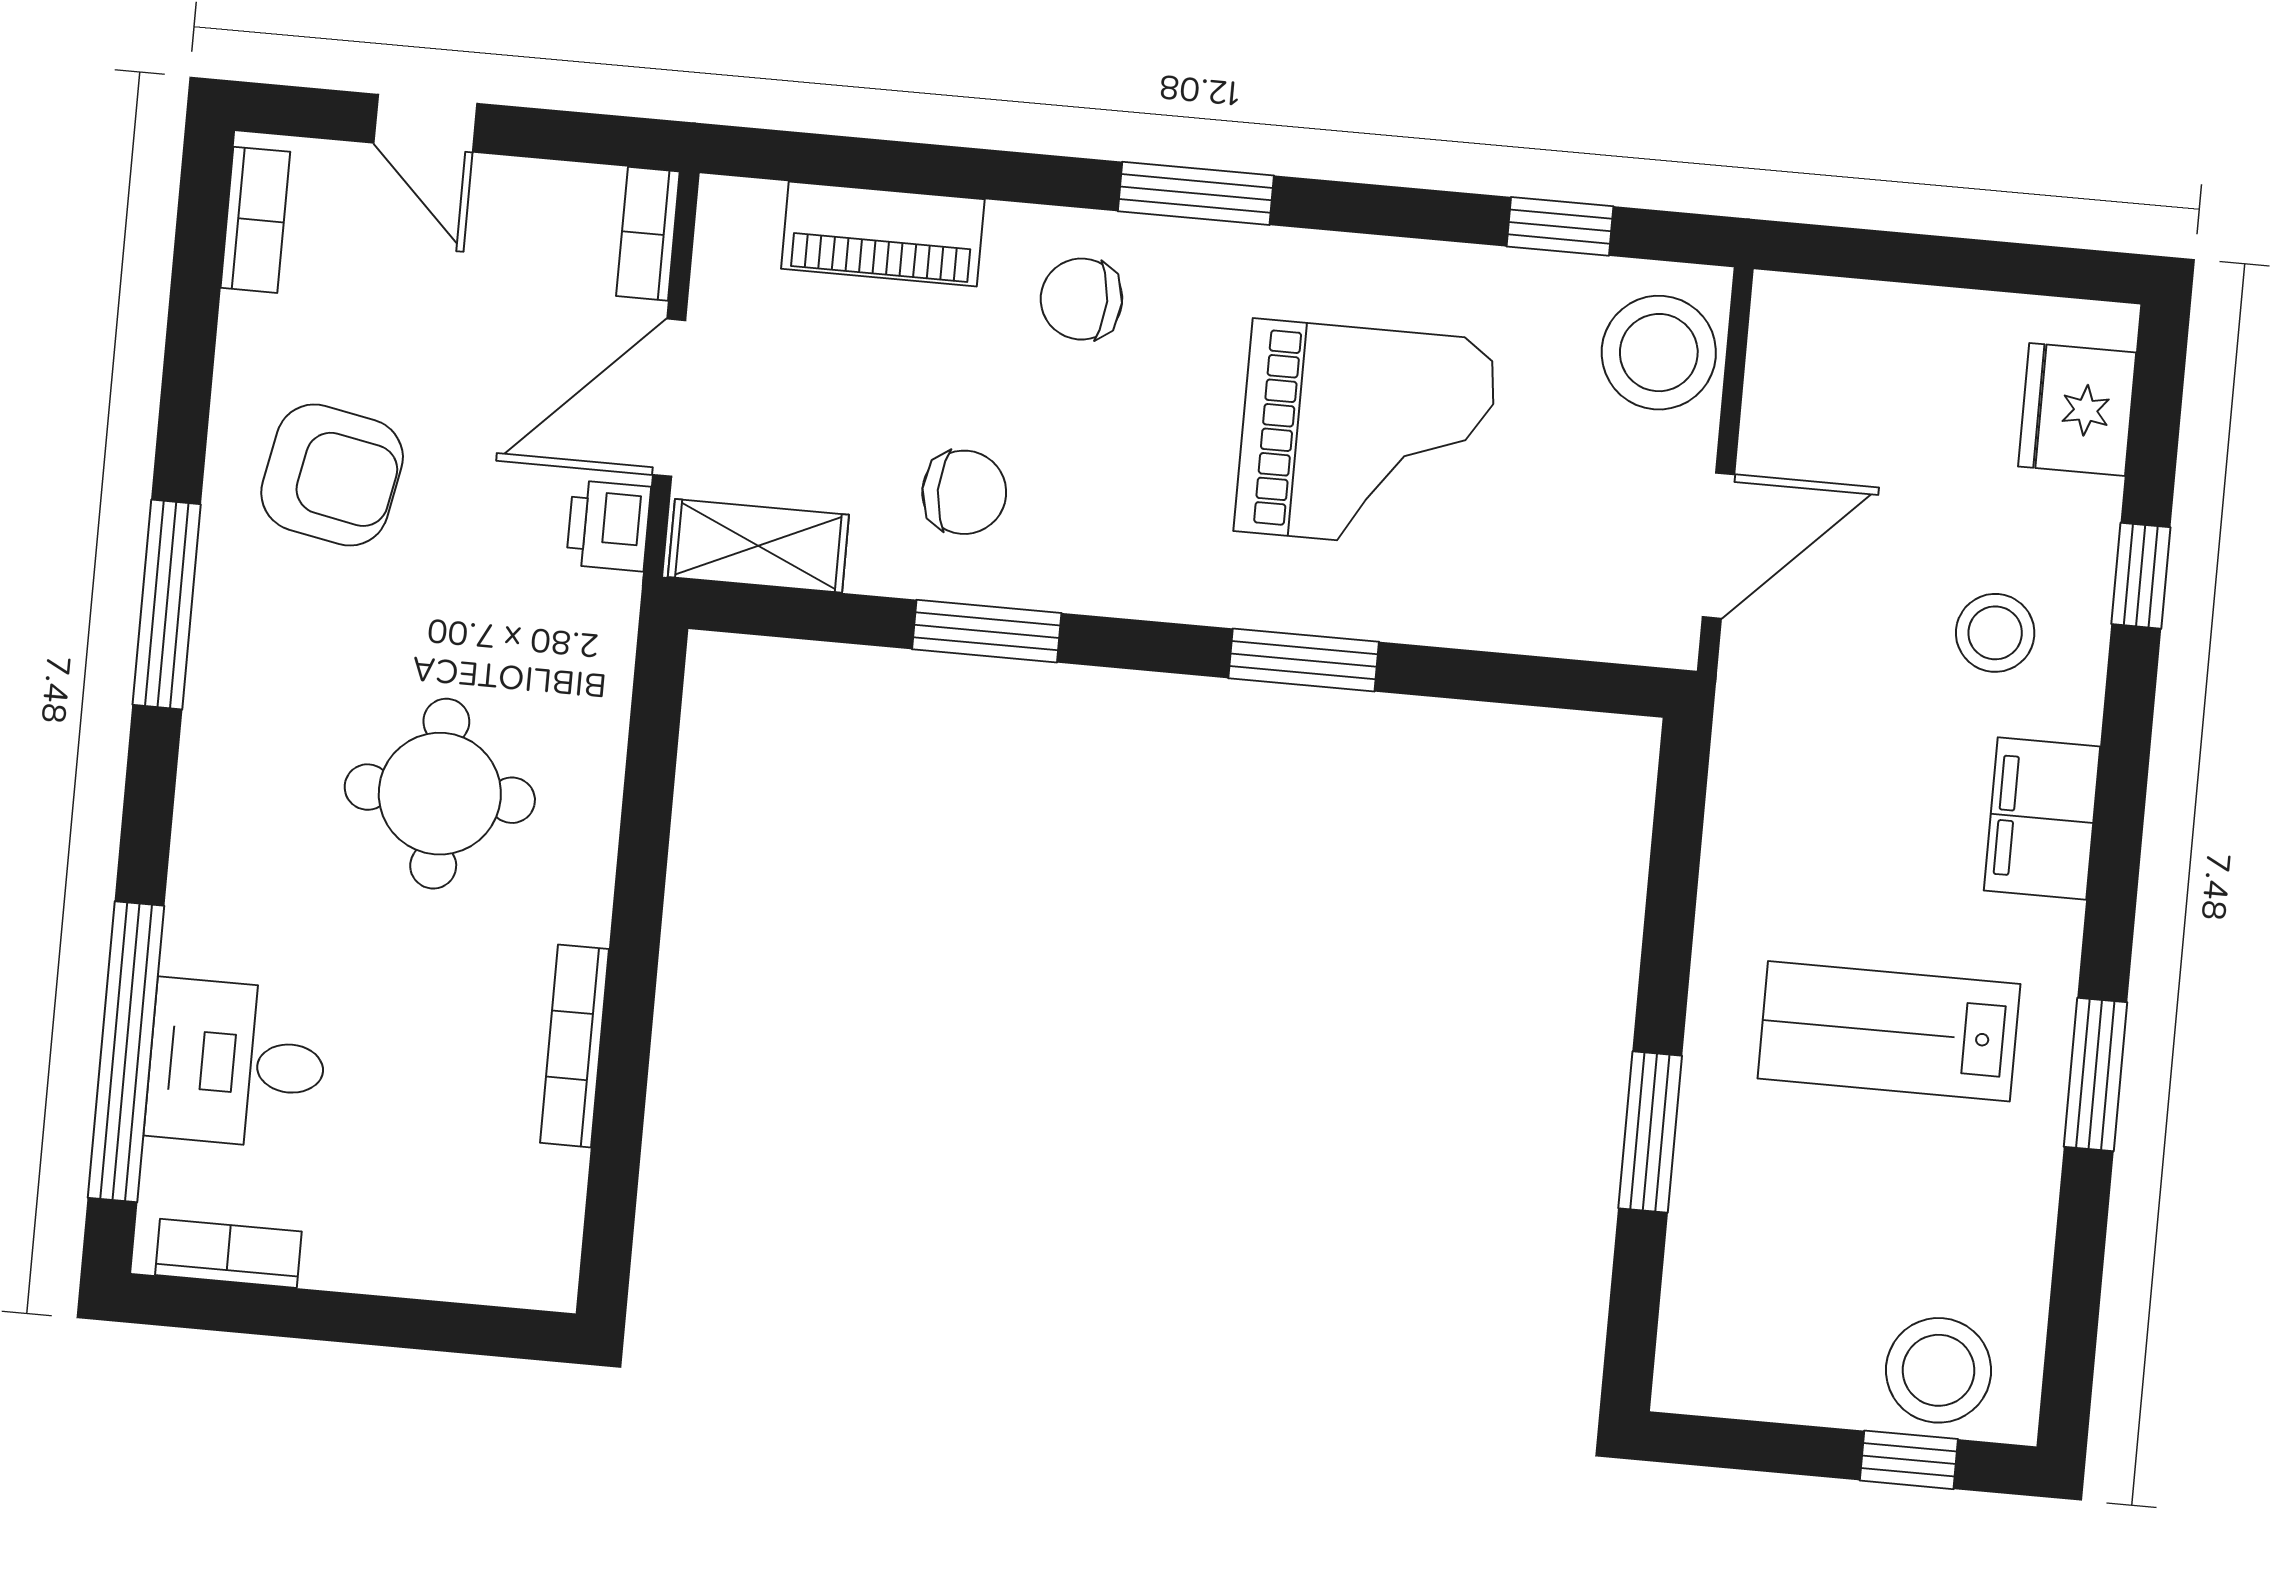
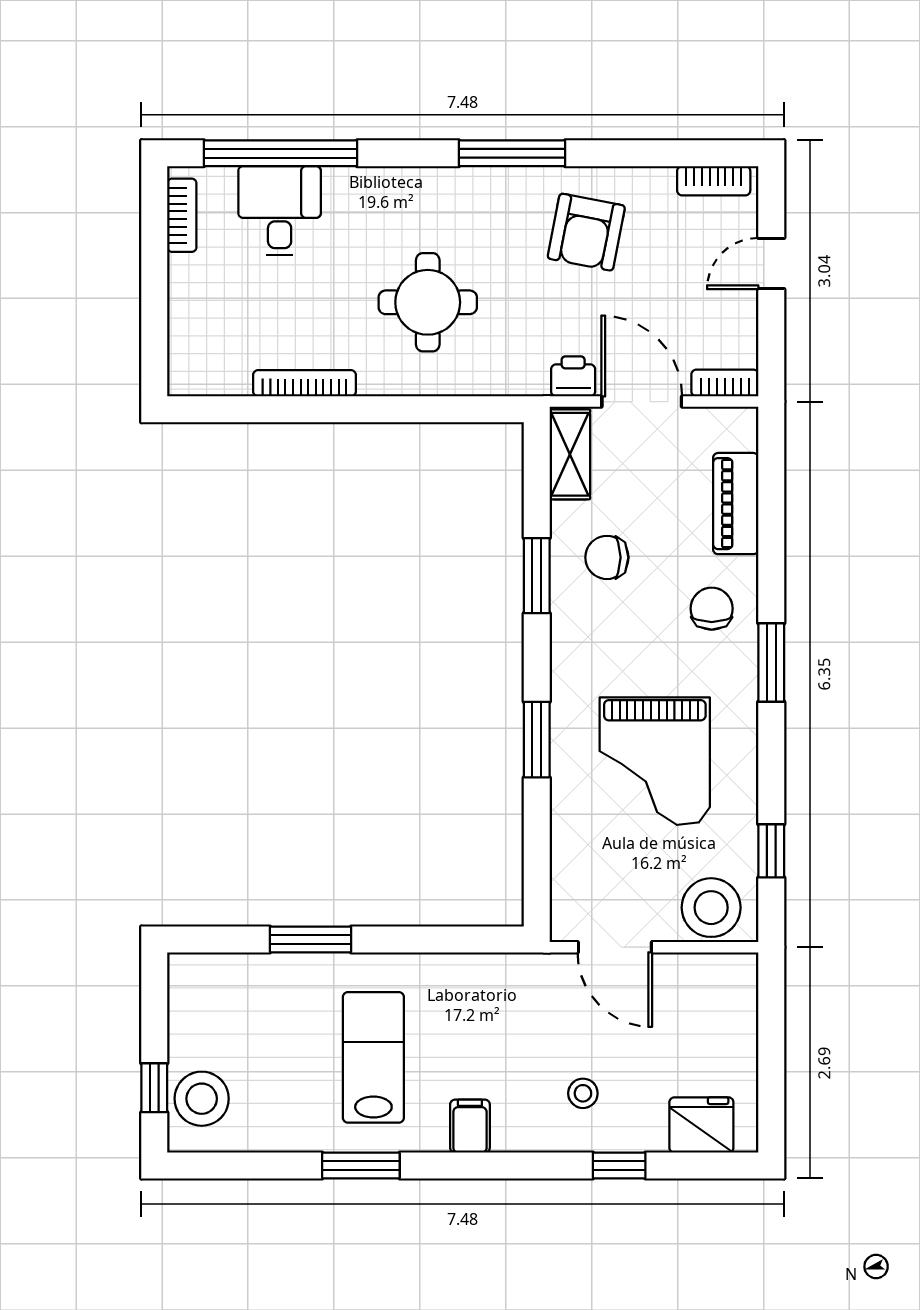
chair: (964, 492) -> (607, 557), turned 90
stool: (1995, 633) -> (583, 1093), width x0.73, depth x0.73
filing cabinet: (2042, 819) -> (470, 1126), width x0.50

